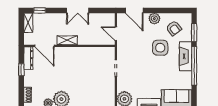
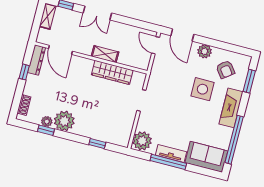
double door: (78, 10) -> (97, 13), moved
door: (116, 34) -> (156, 45), moved
shelving: (67, 40) -> (105, 54), moved
wardrobe: (88, 53) -> (112, 72), added
window: (194, 66) -> (234, 140), moved

